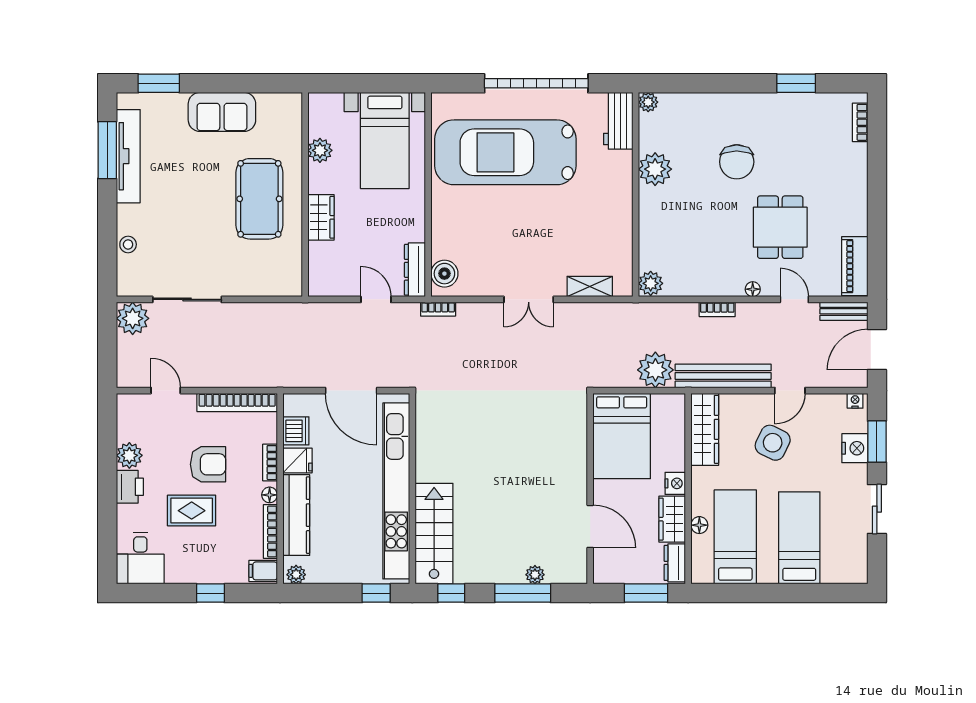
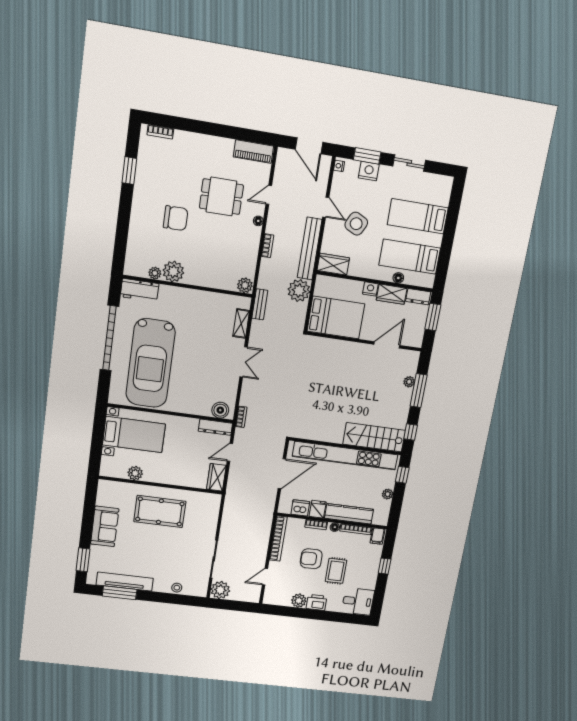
plant: (648, 102) -> (155, 273), moved
wardrobe: (321, 217) -> (216, 477), moved, turned -90
bench: (844, 311) -> (260, 304), moved
wardrobe: (705, 429) -> (333, 264), width x0.67
armchair: (208, 464) -> (311, 559), turned -91
plant: (296, 575) -> (388, 494), moved

